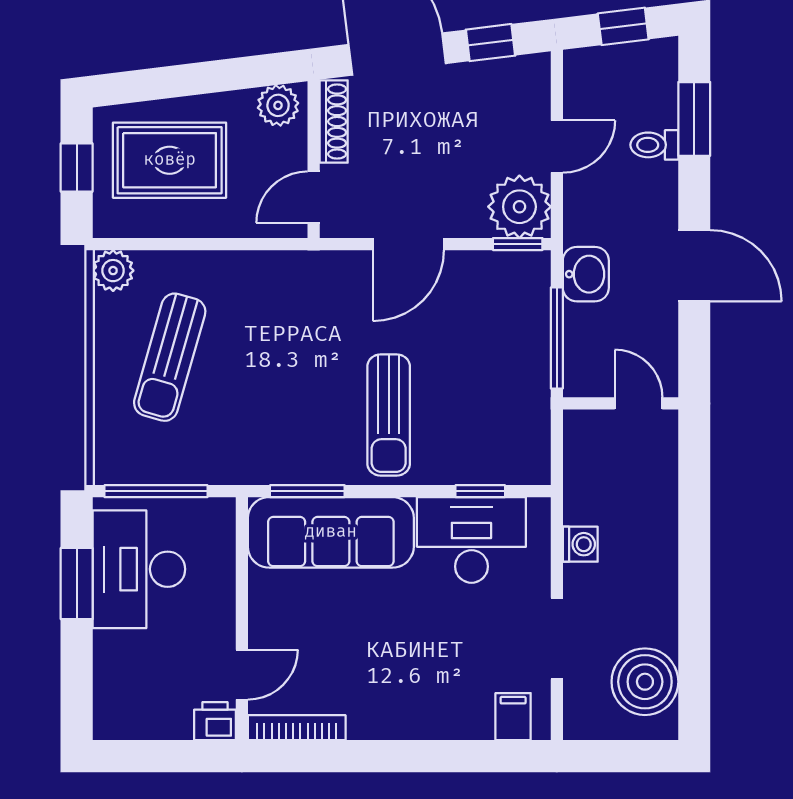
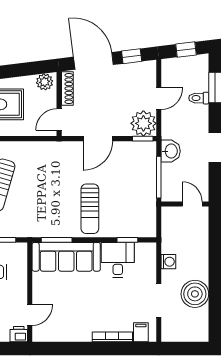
desk: (471, 540) -> (118, 260), width x0.73
boiler: (645, 682) -> (195, 294), moved
bookcase: (297, 728) -> (112, 337), moved

